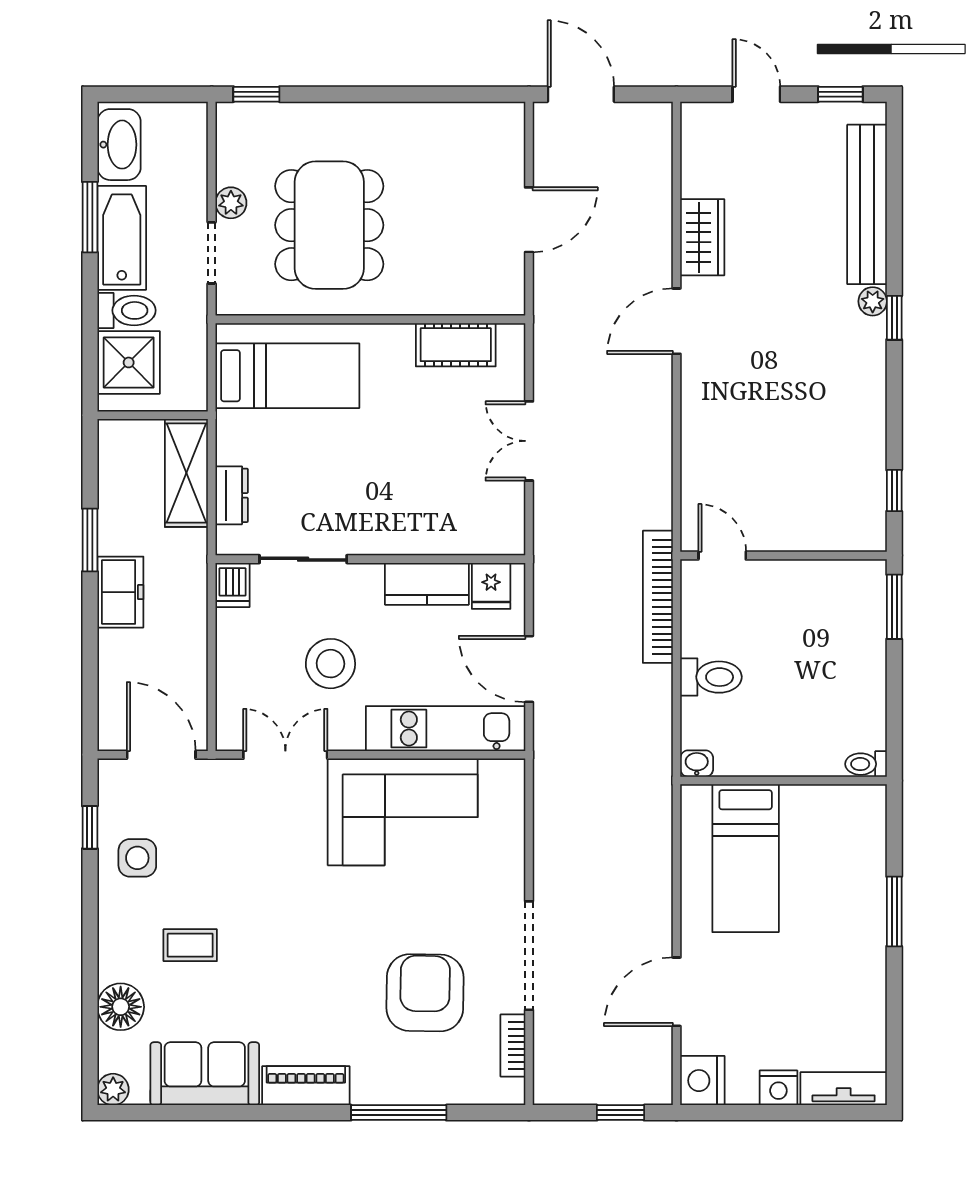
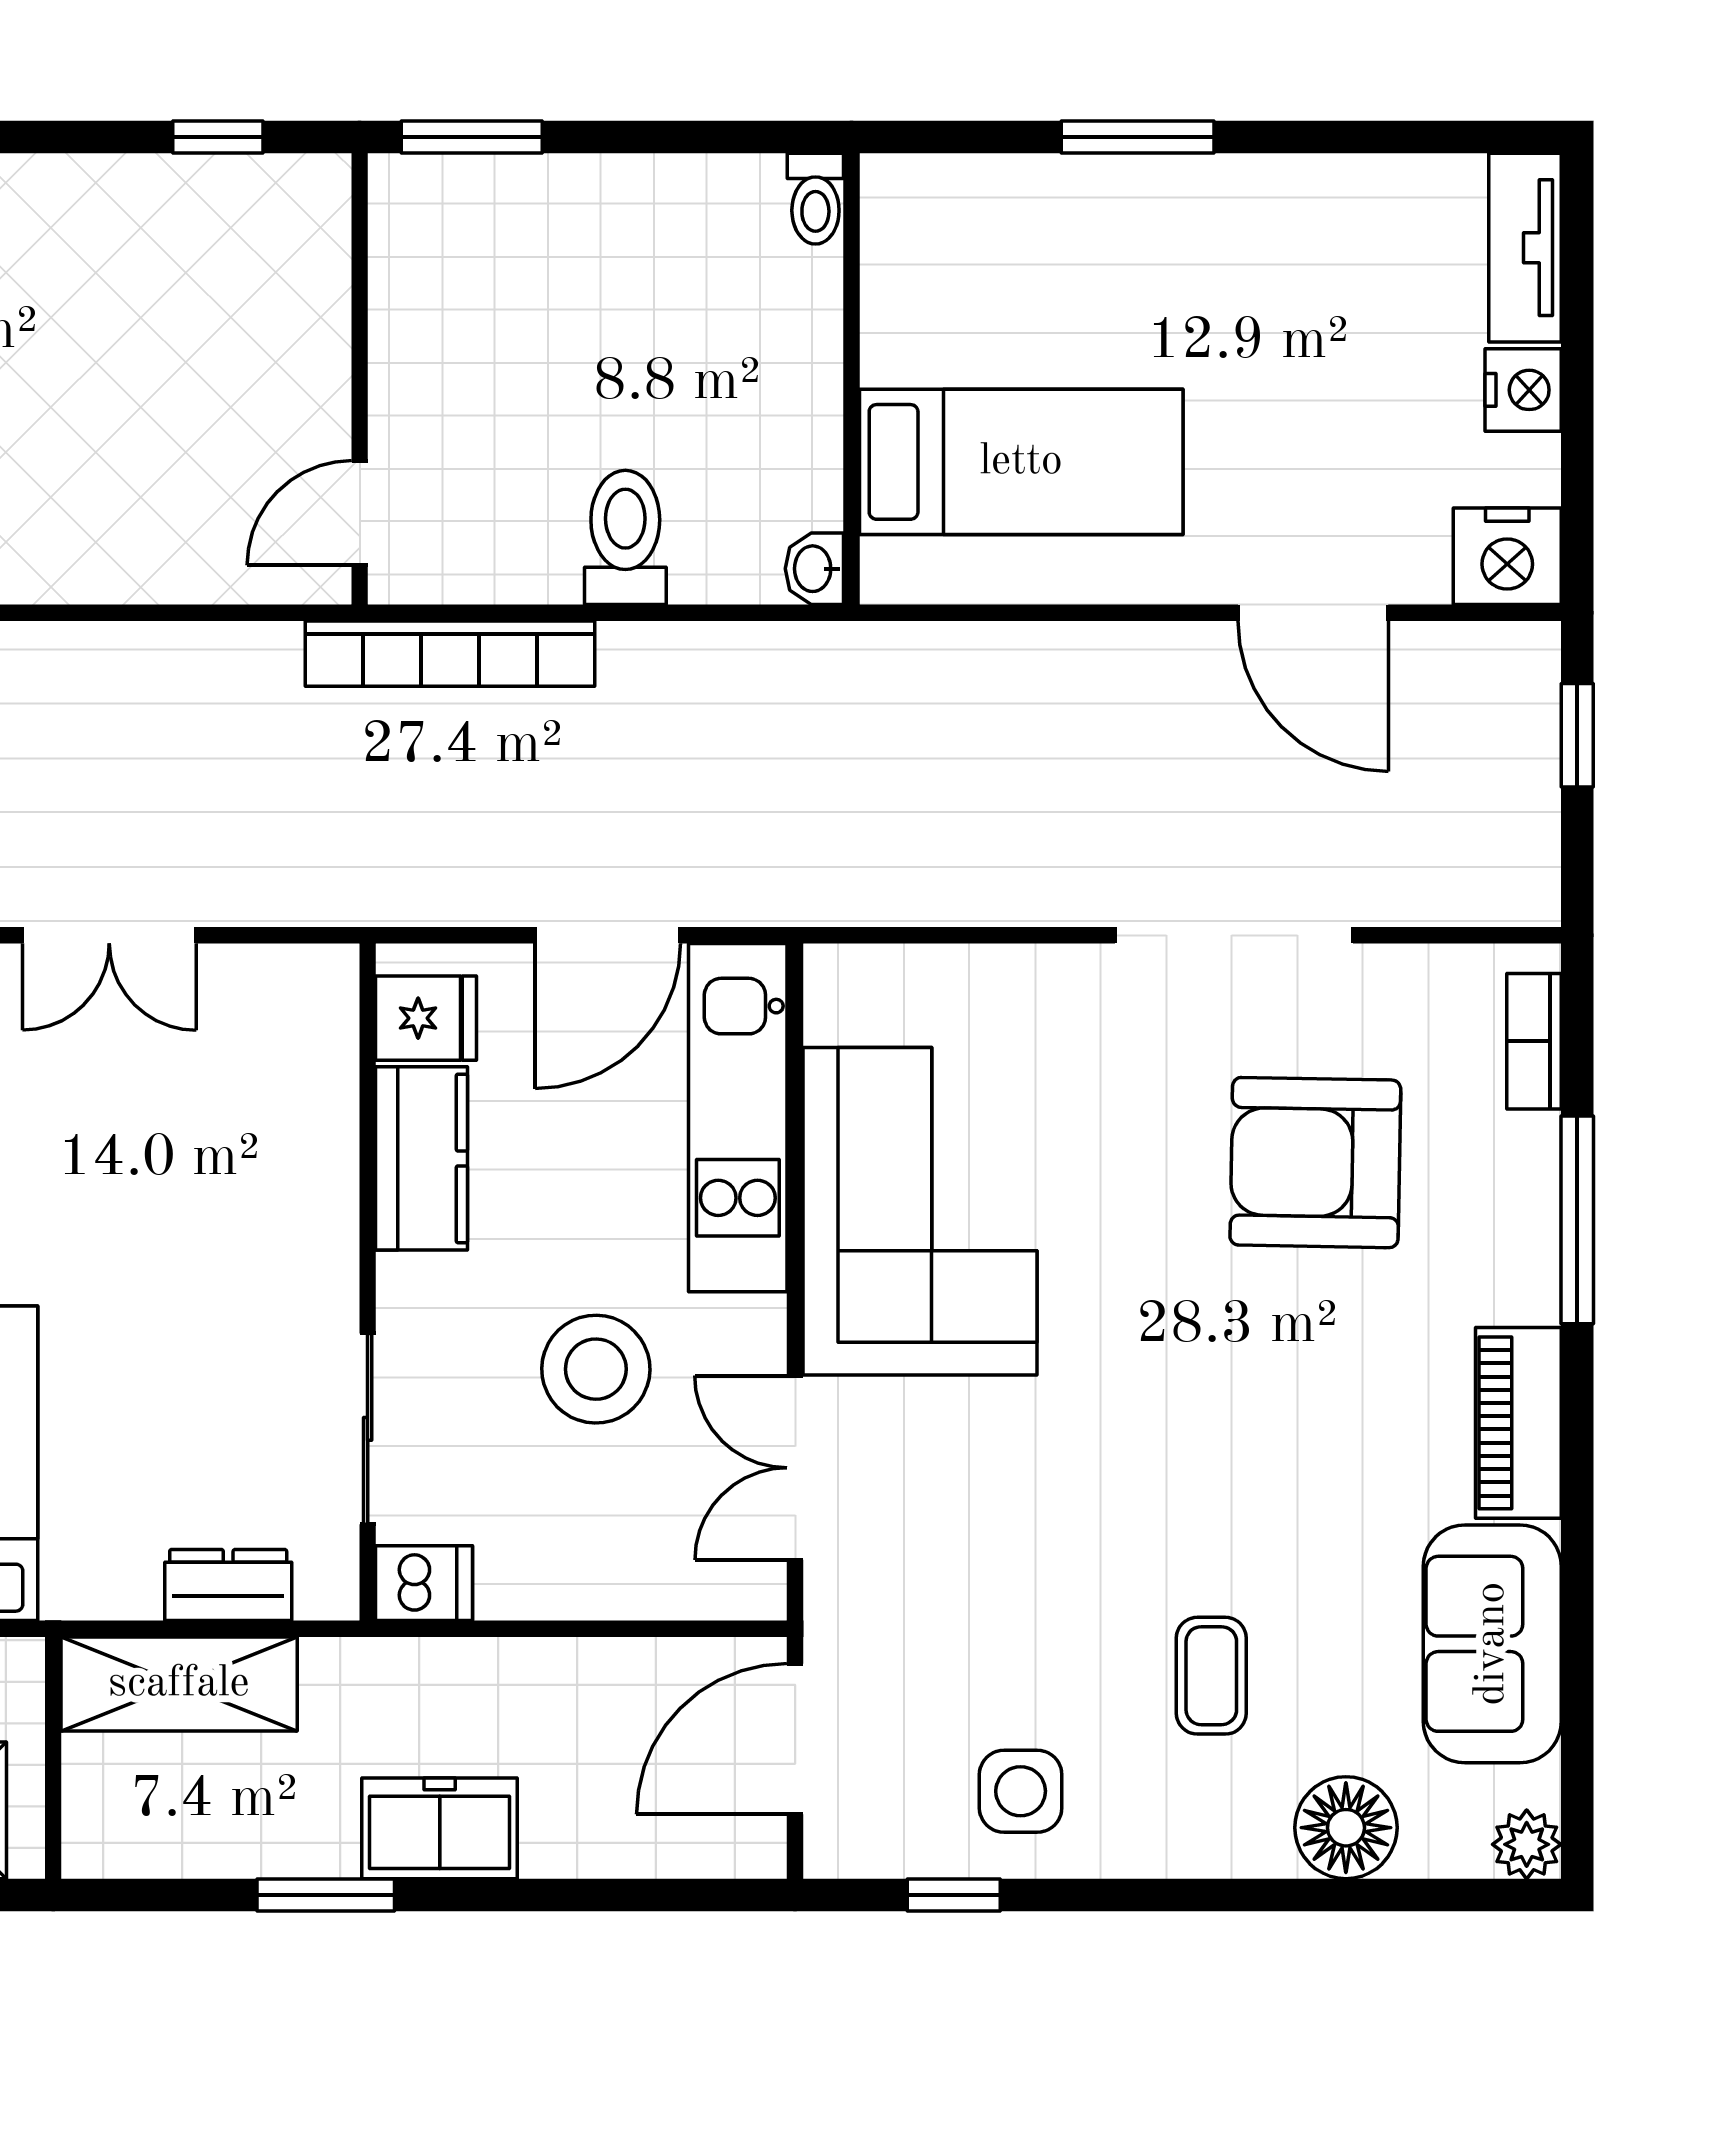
bookcase: (513, 1045) -> (1534, 1041), moved, turned 90

